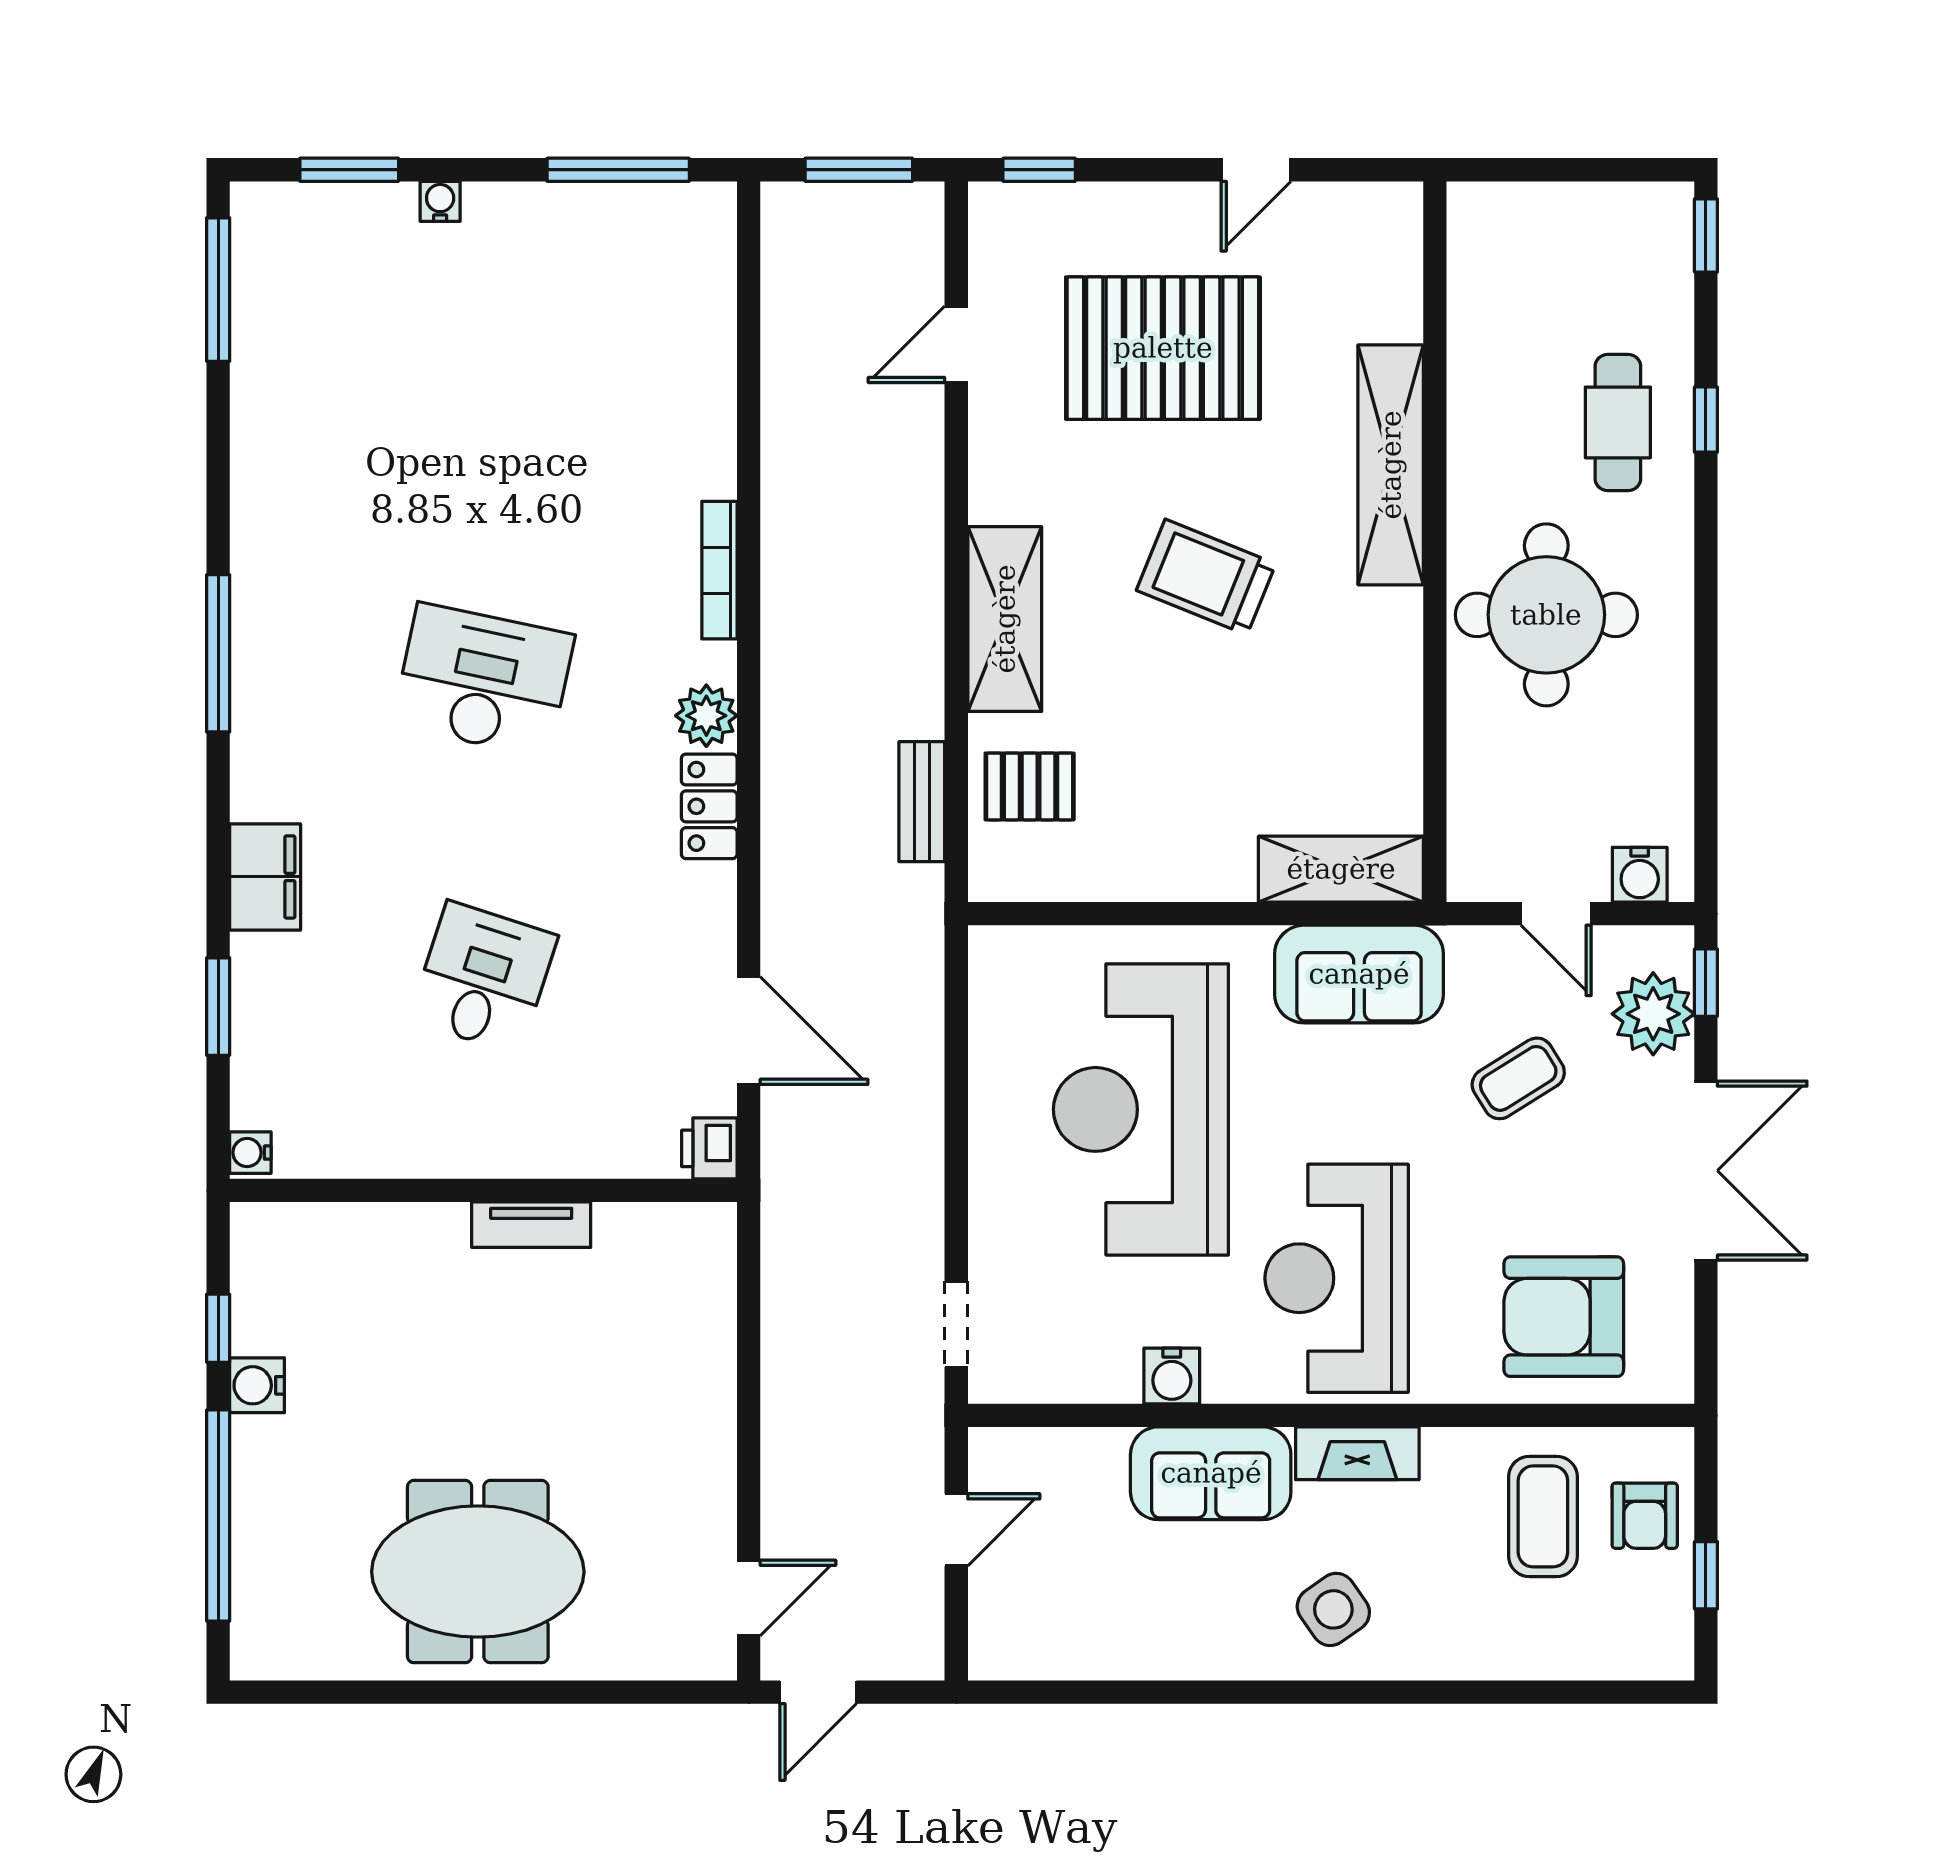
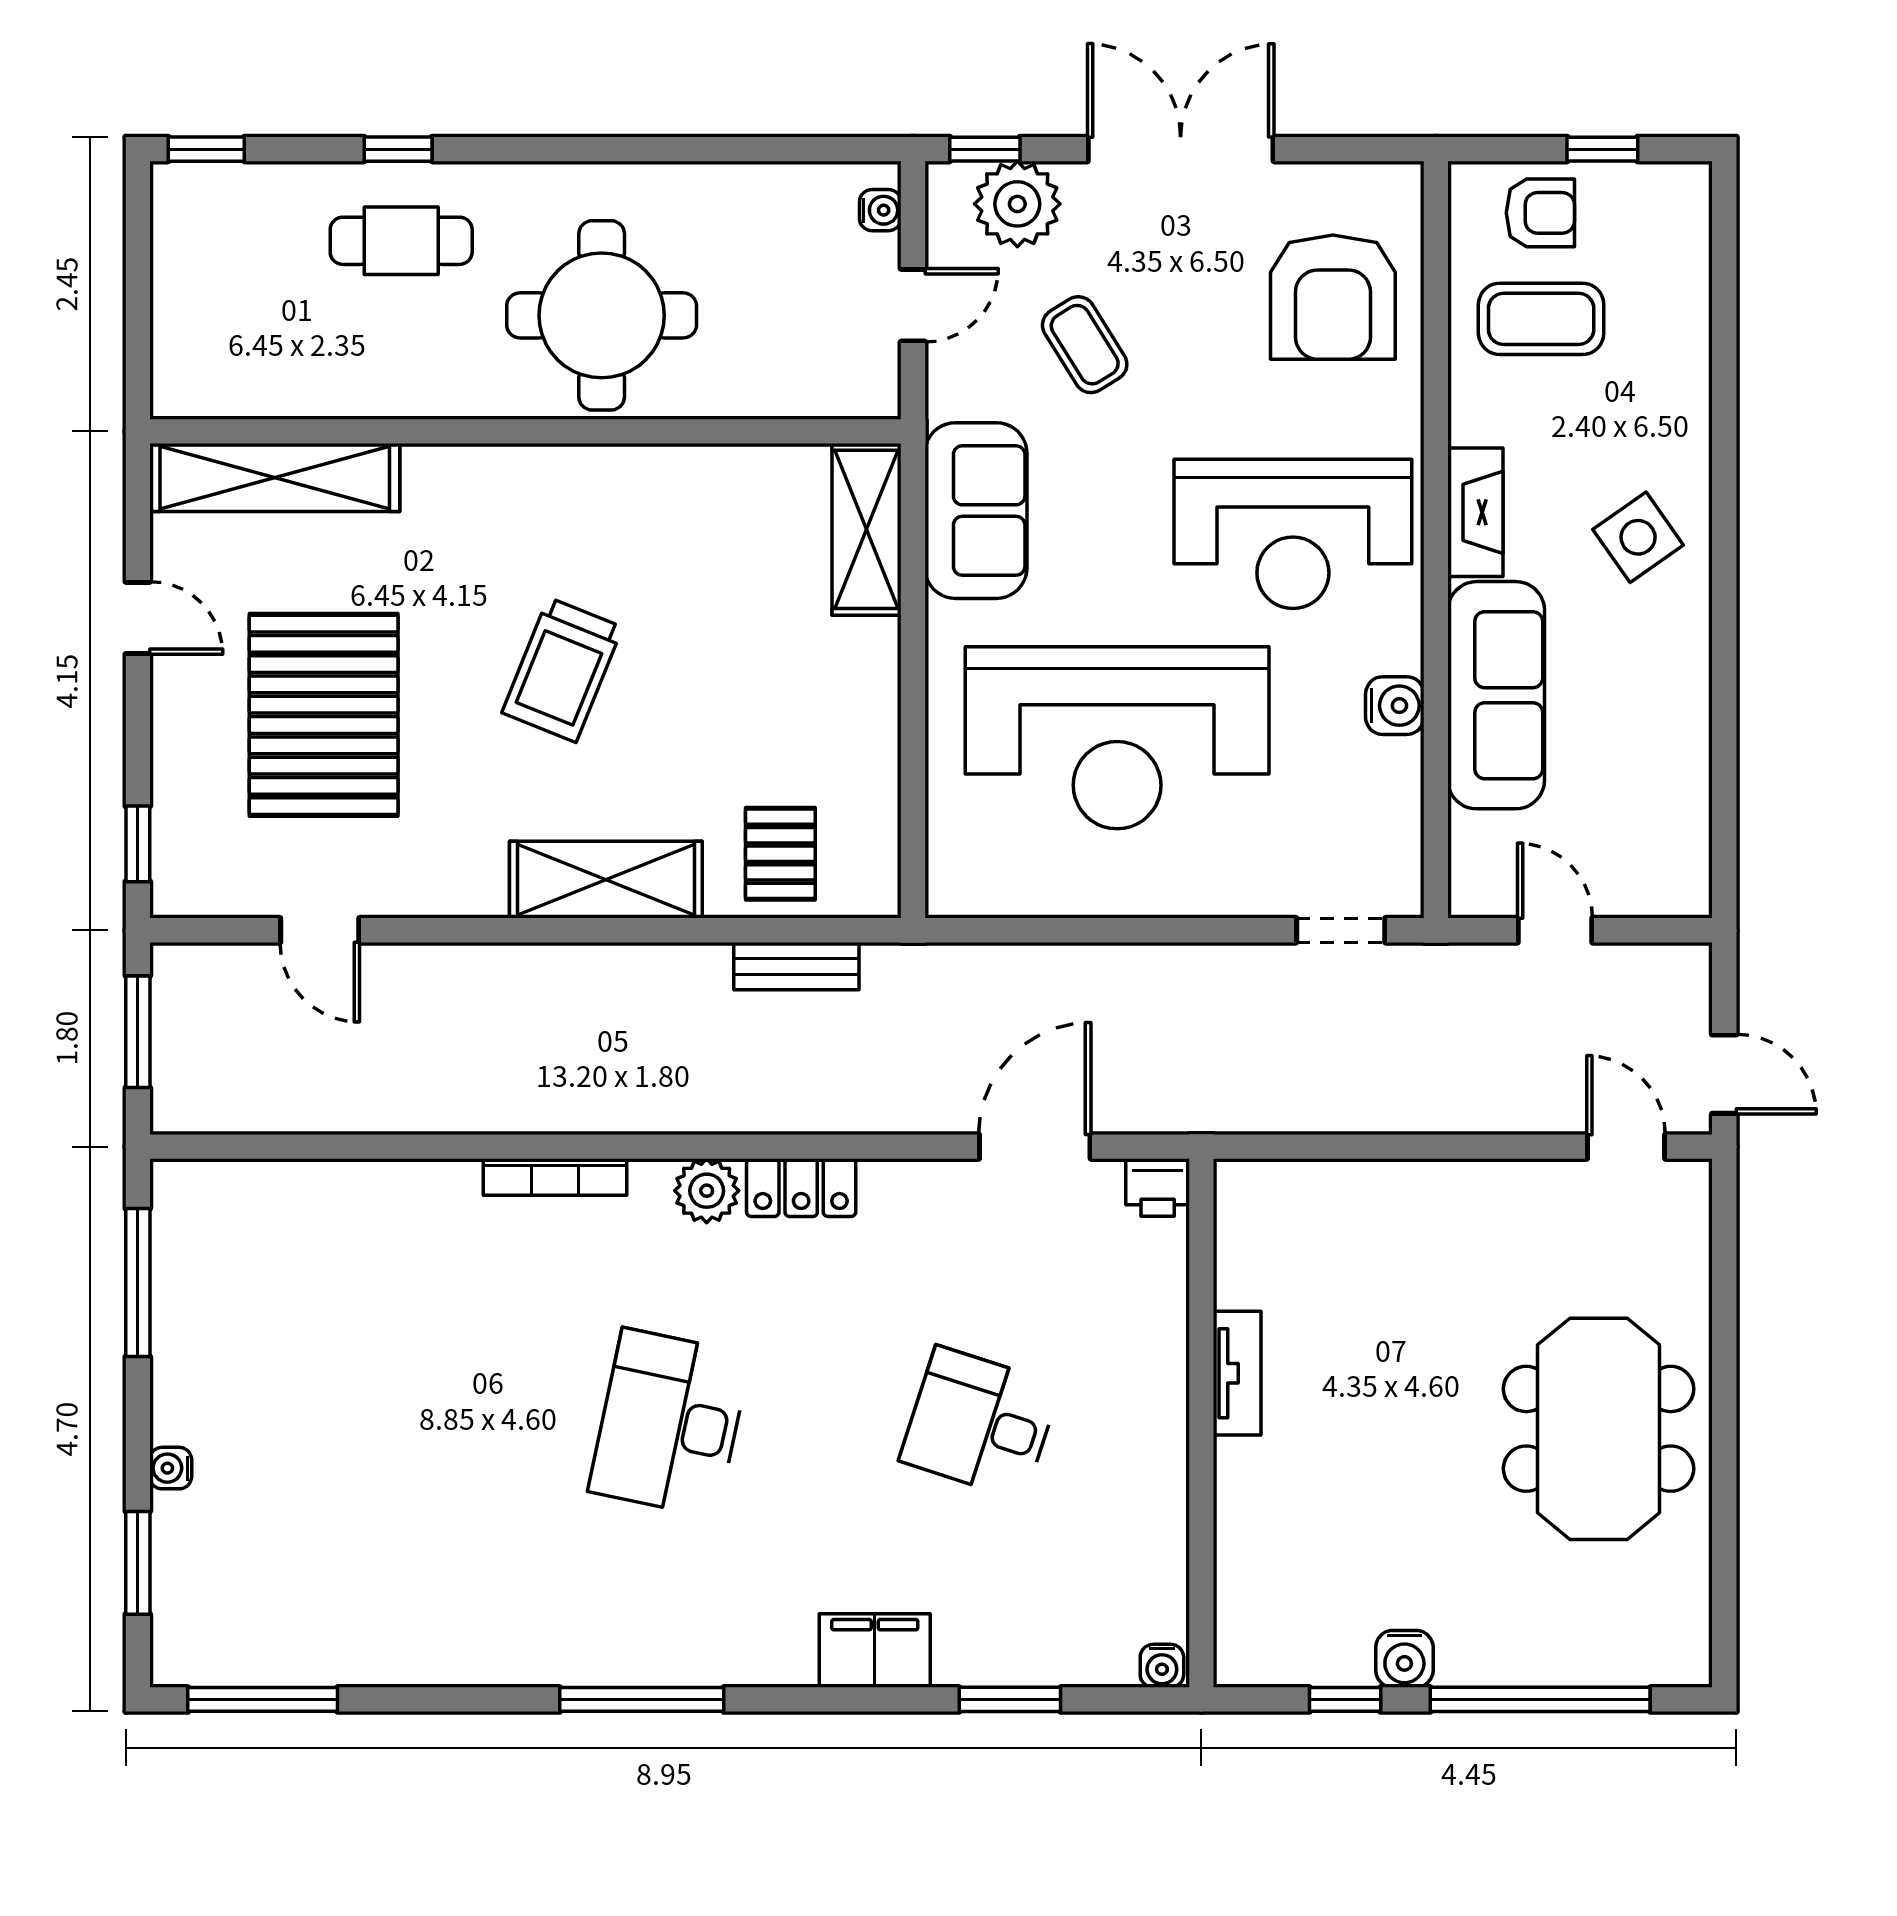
shelving: (1391, 465) -> (275, 478), moved
water cooler: (1640, 875) -> (880, 210), width x0.72, depth x0.72
sofa: (1211, 1473) -> (1496, 695), width x1.36

